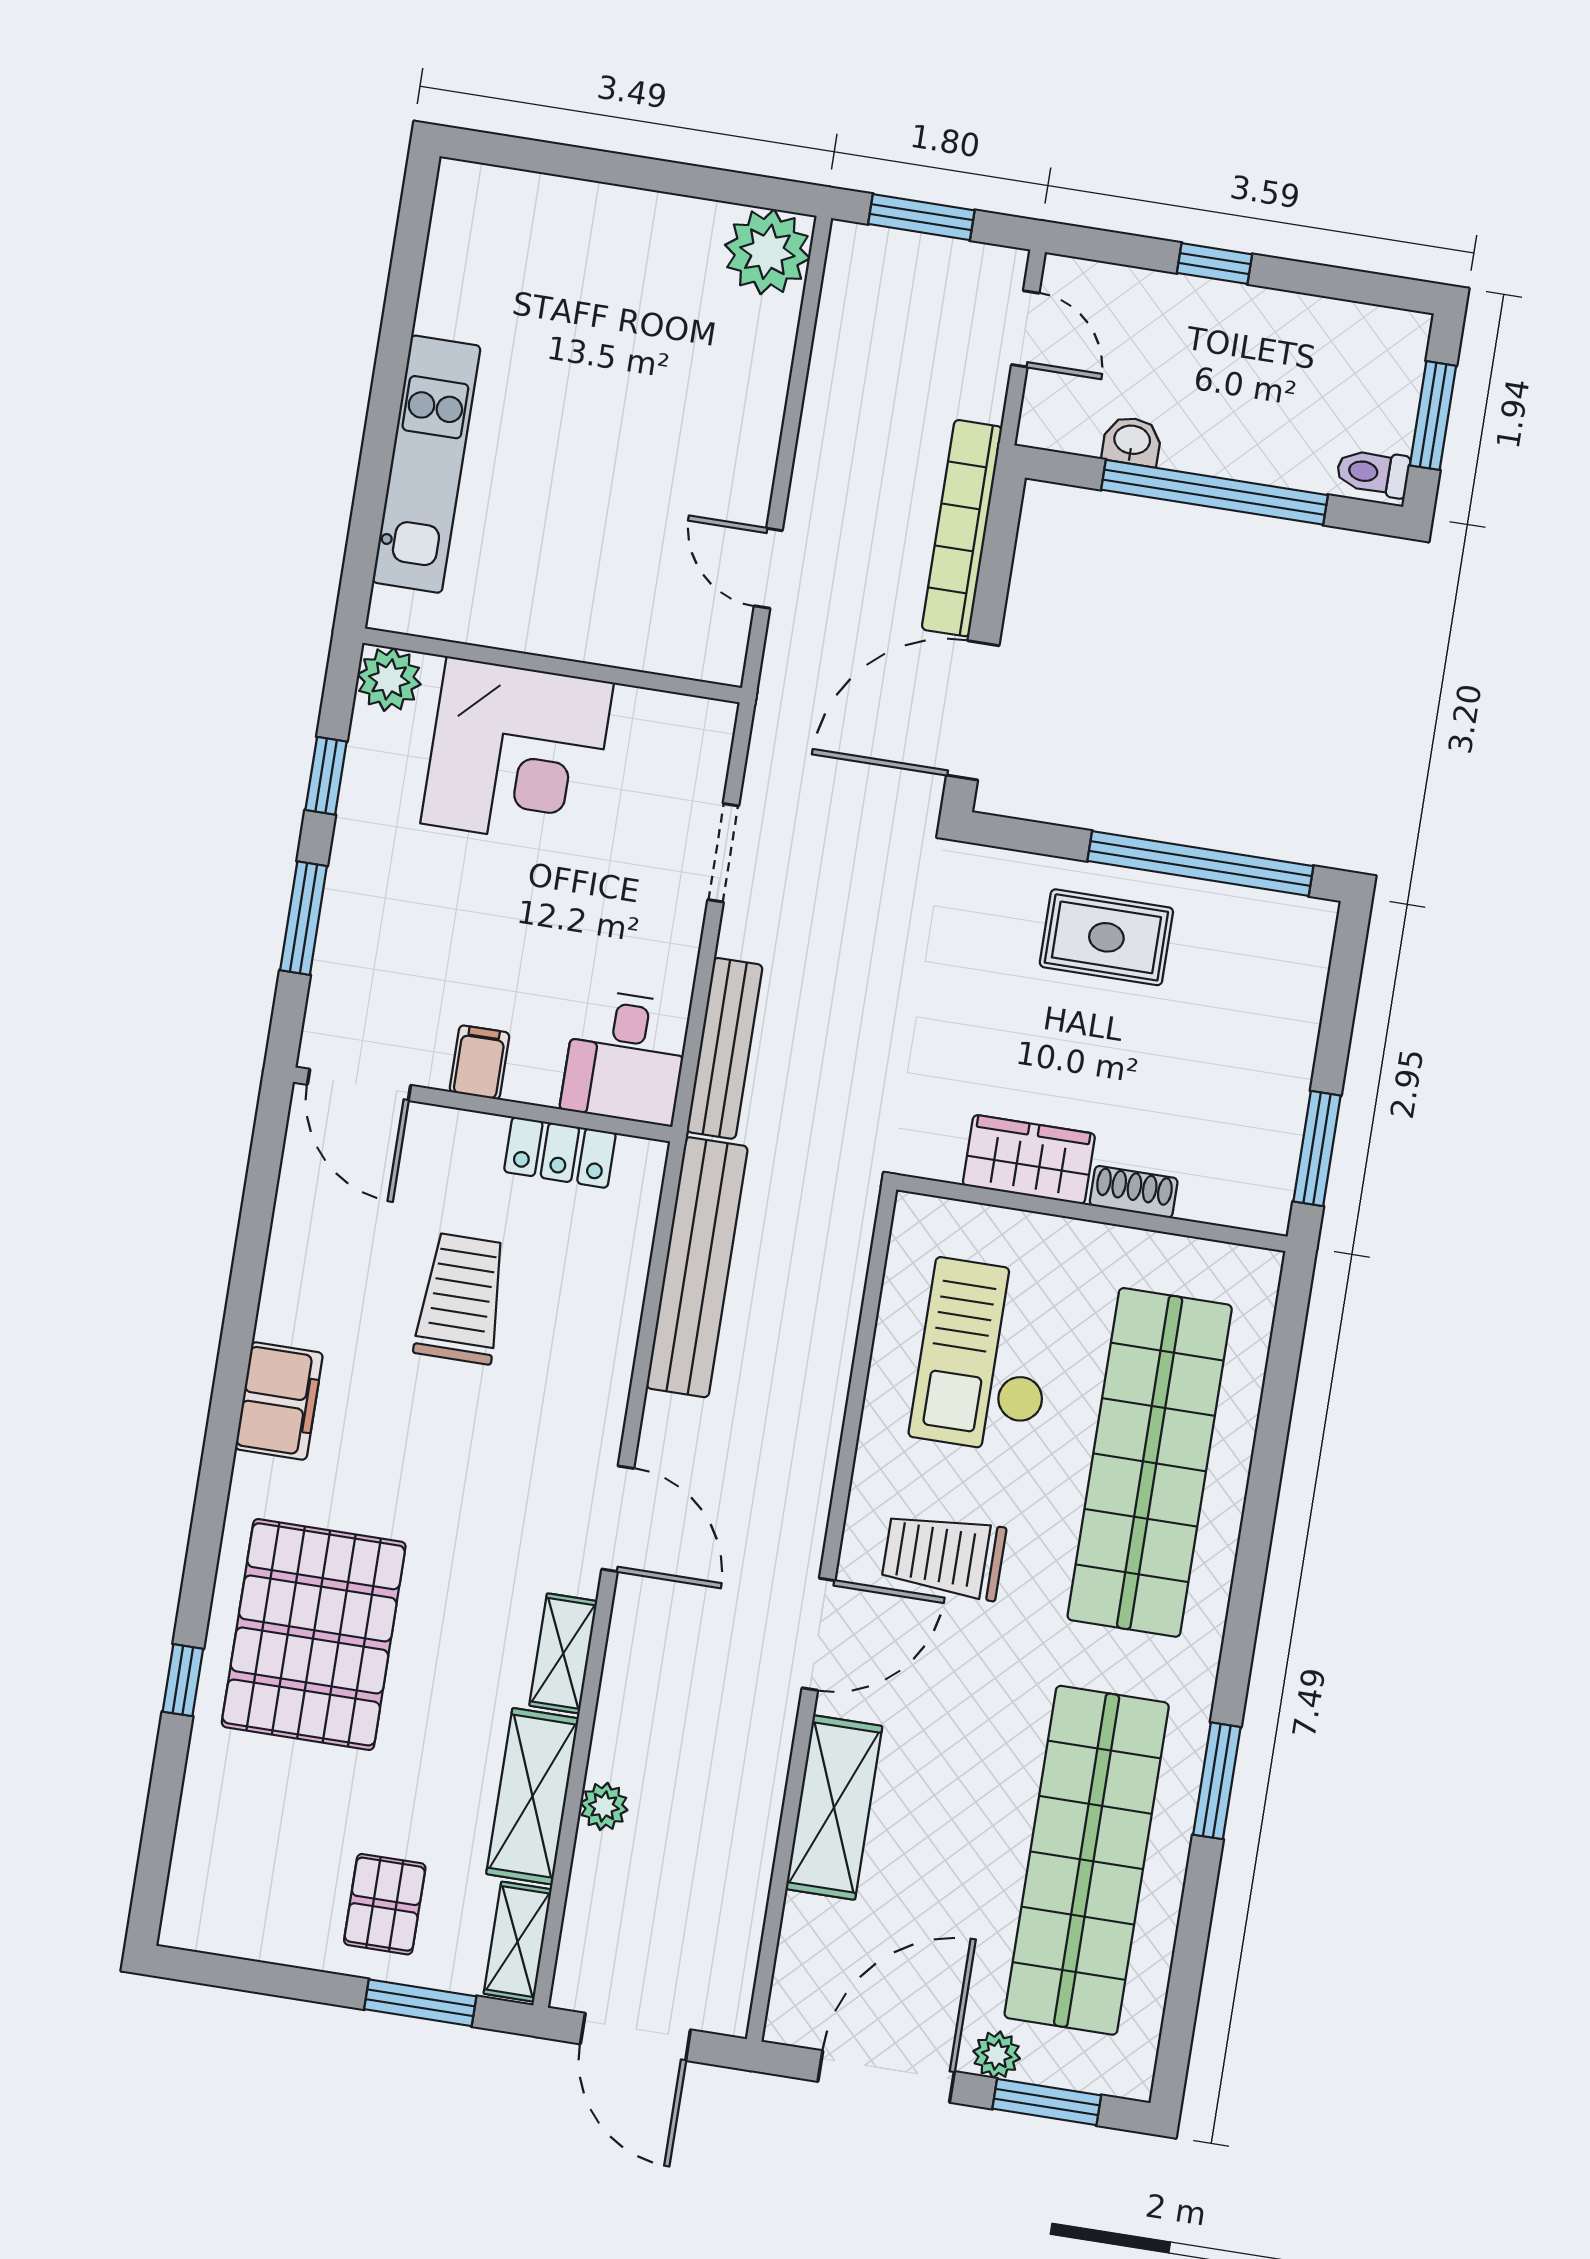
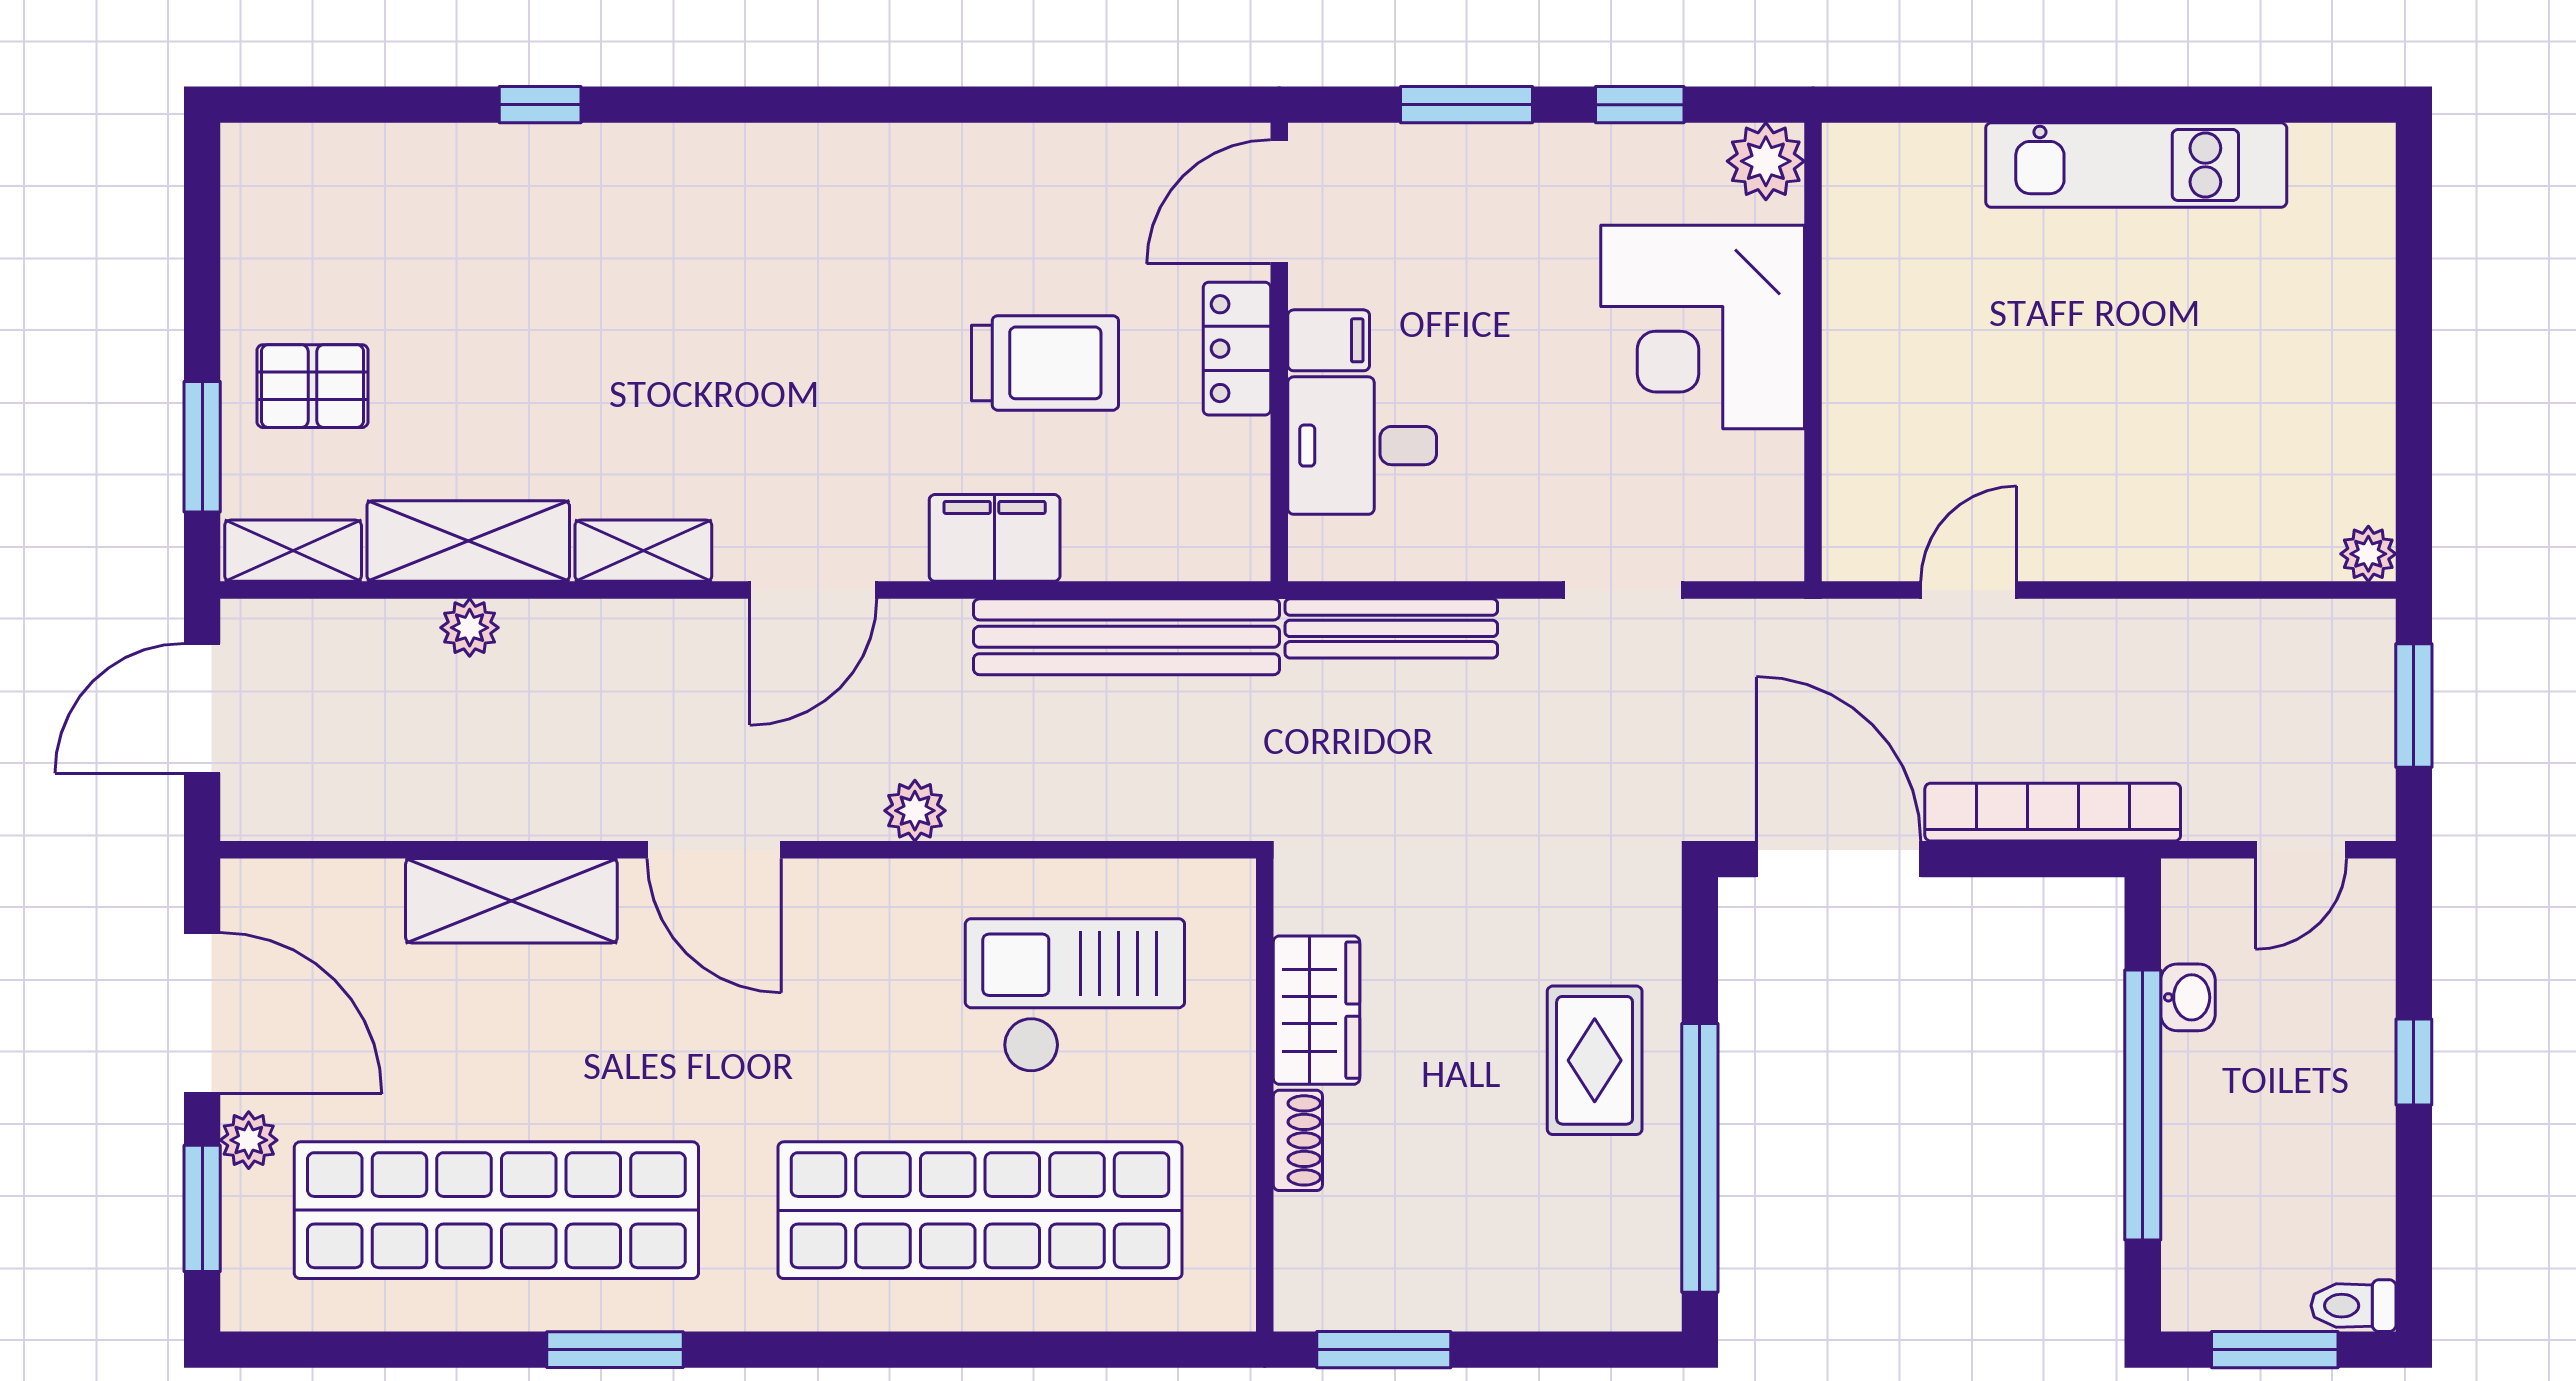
plant: (767, 252) -> (2368, 554), width x0.53, depth x0.53
kitchen unit: (426, 464) -> (2136, 165), moved
toilet: (1373, 473) -> (2354, 1306), moved, turned -90
desk: (626, 1057) -> (1362, 446), moved
locker: (560, 1152) -> (1237, 349), moved
filing cabinet: (279, 1401) -> (995, 538), moved, turned 180
plant: (812, 1464) -> (915, 811), added
trolley: (944, 1556) -> (831, 984), removed
pallet: (314, 1634) -> (619, 251), removed

